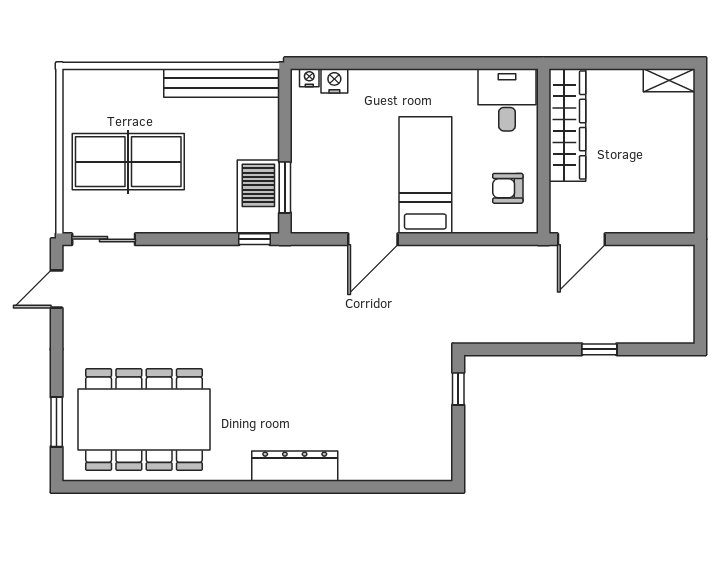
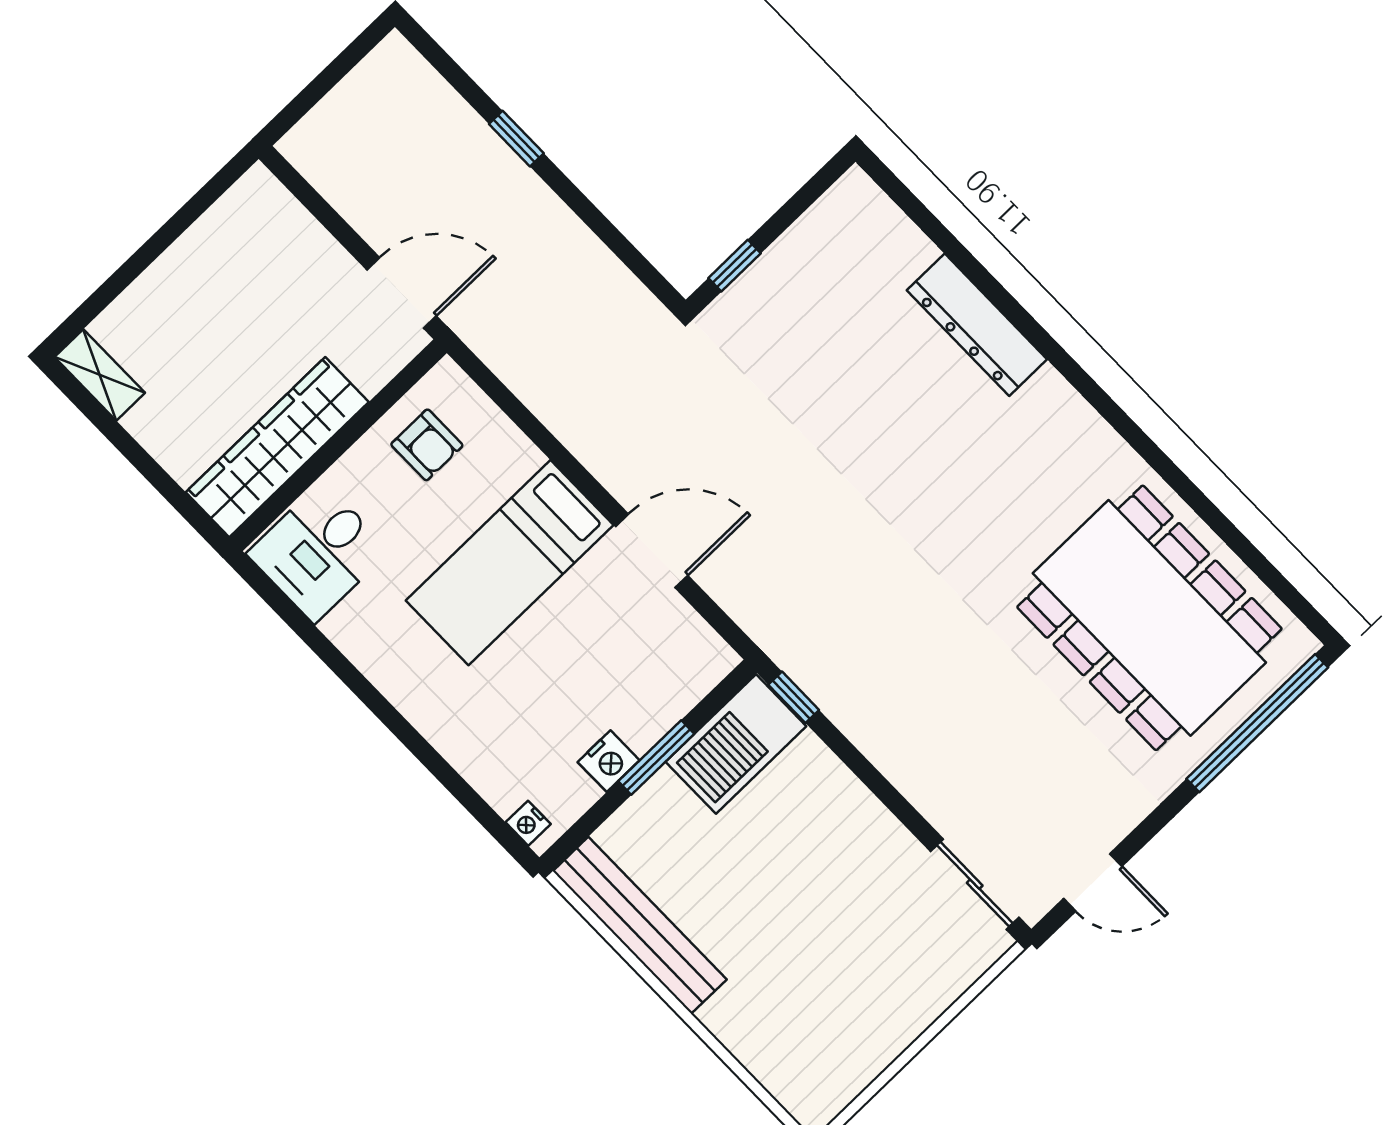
nightstand: (334, 81) -> (609, 761), moved, turned -90
table tennis table: (128, 162) -> (849, 947), removed
window: (285, 187) -> (656, 758), moved
window: (57, 422) -> (1257, 723), width x2.11
dresser: (295, 466) -> (977, 325), moved

